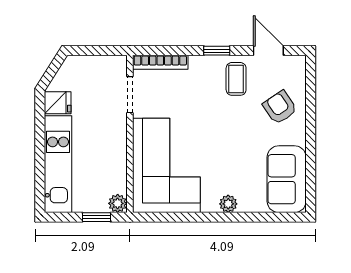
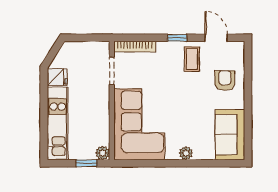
armchair: (280, 107) -> (225, 81), turned 34

